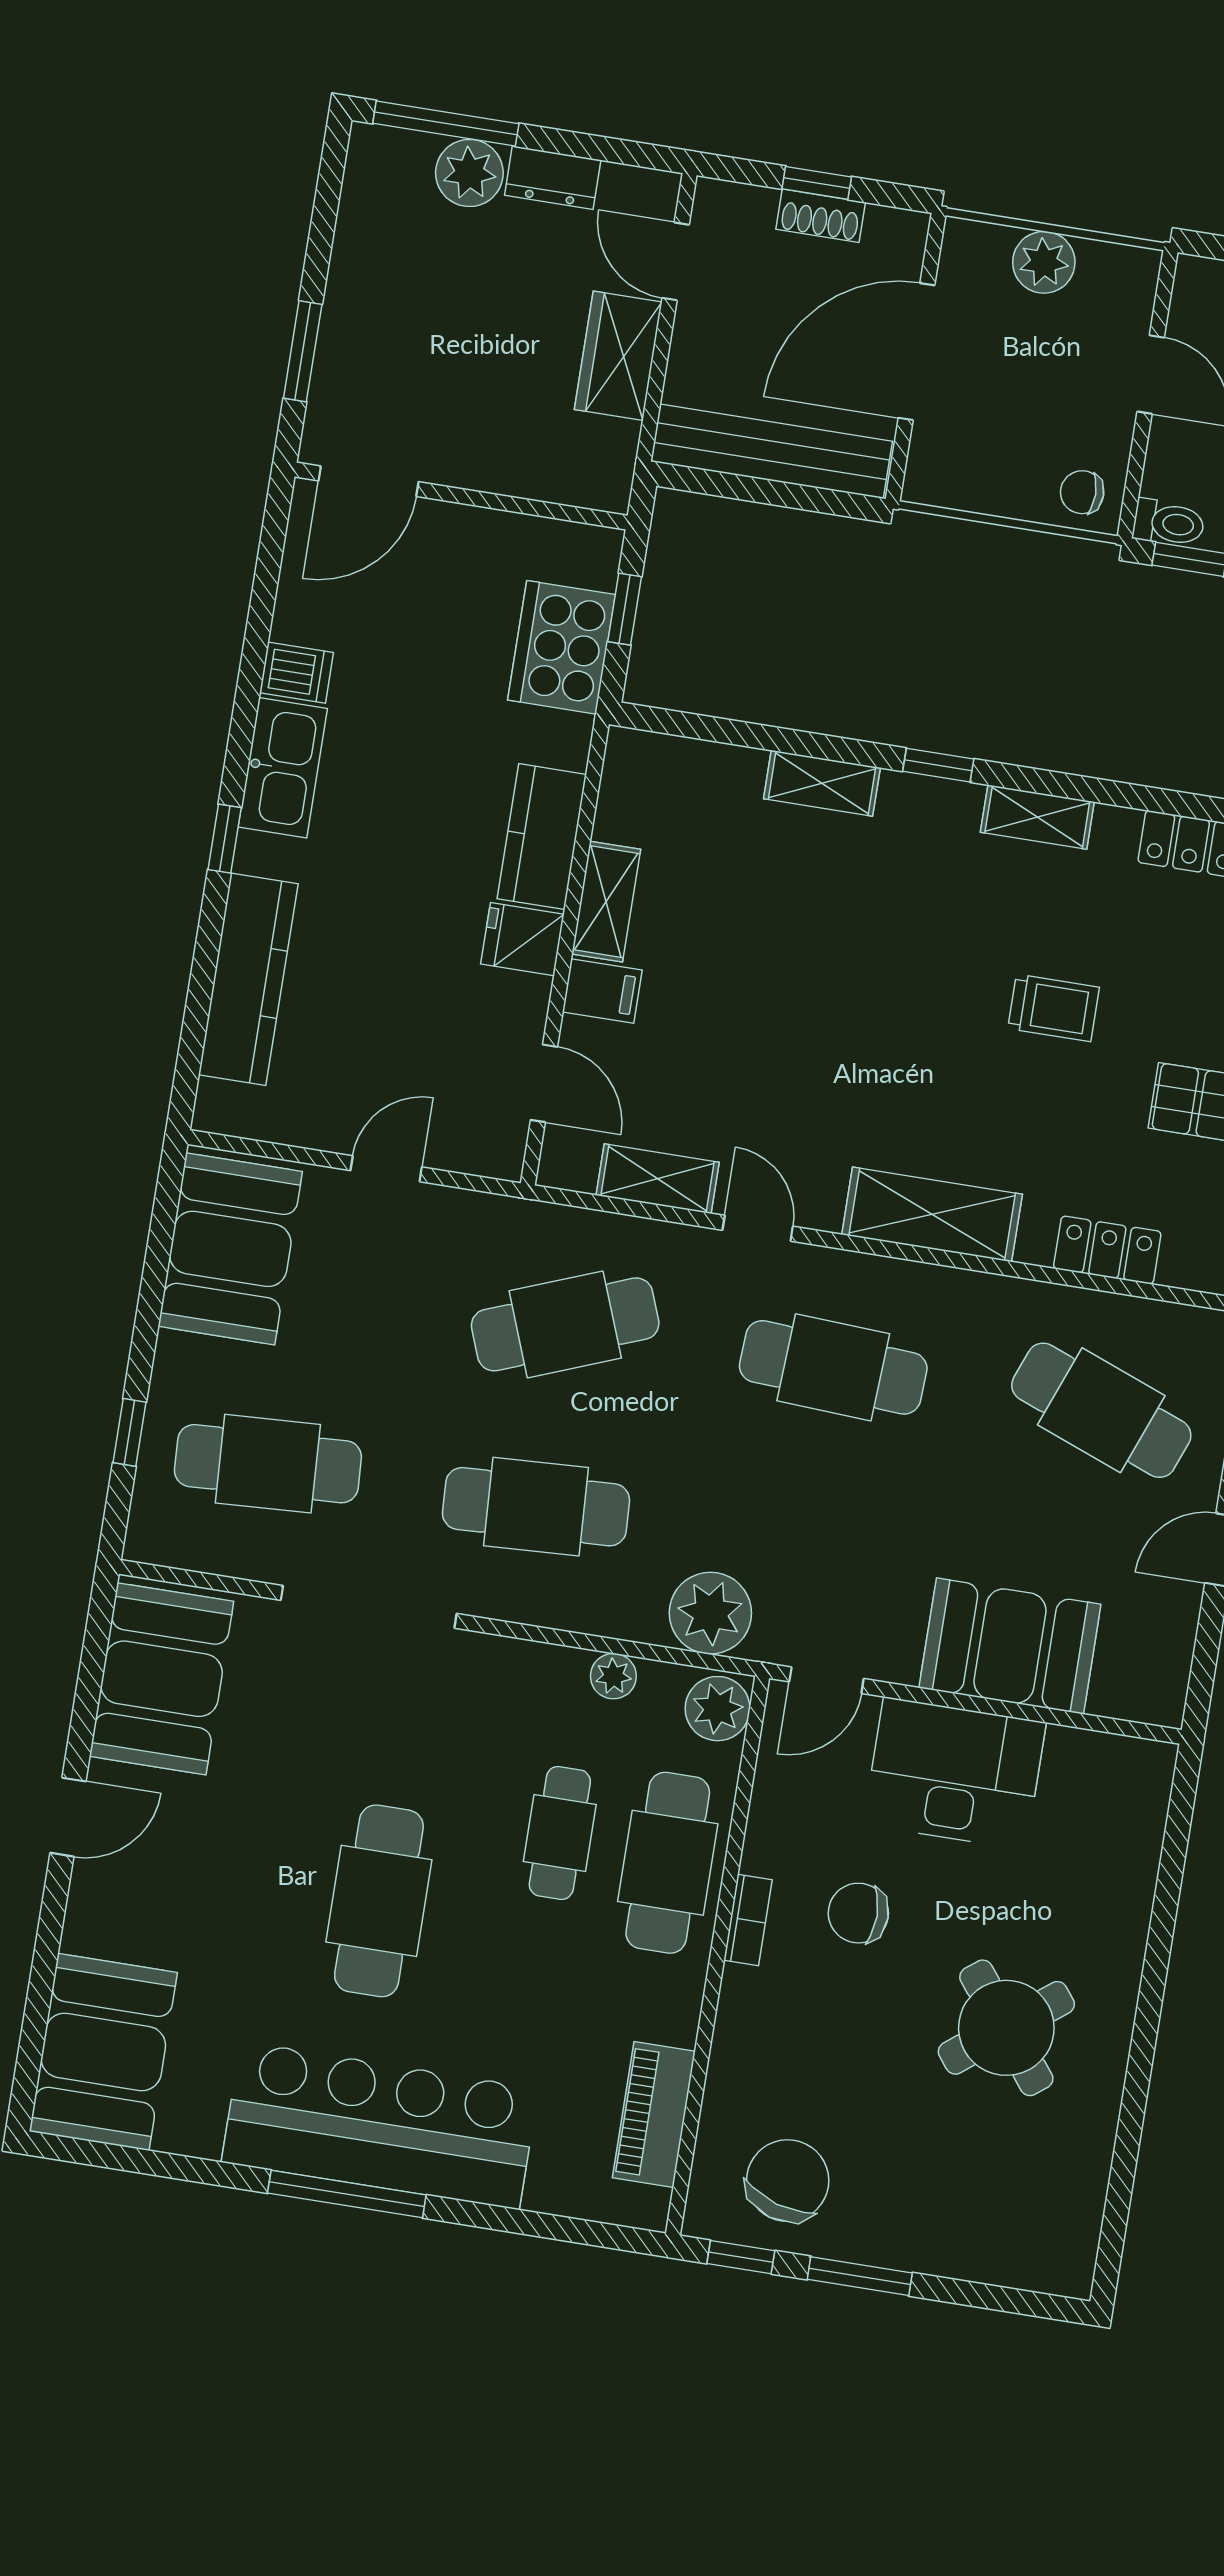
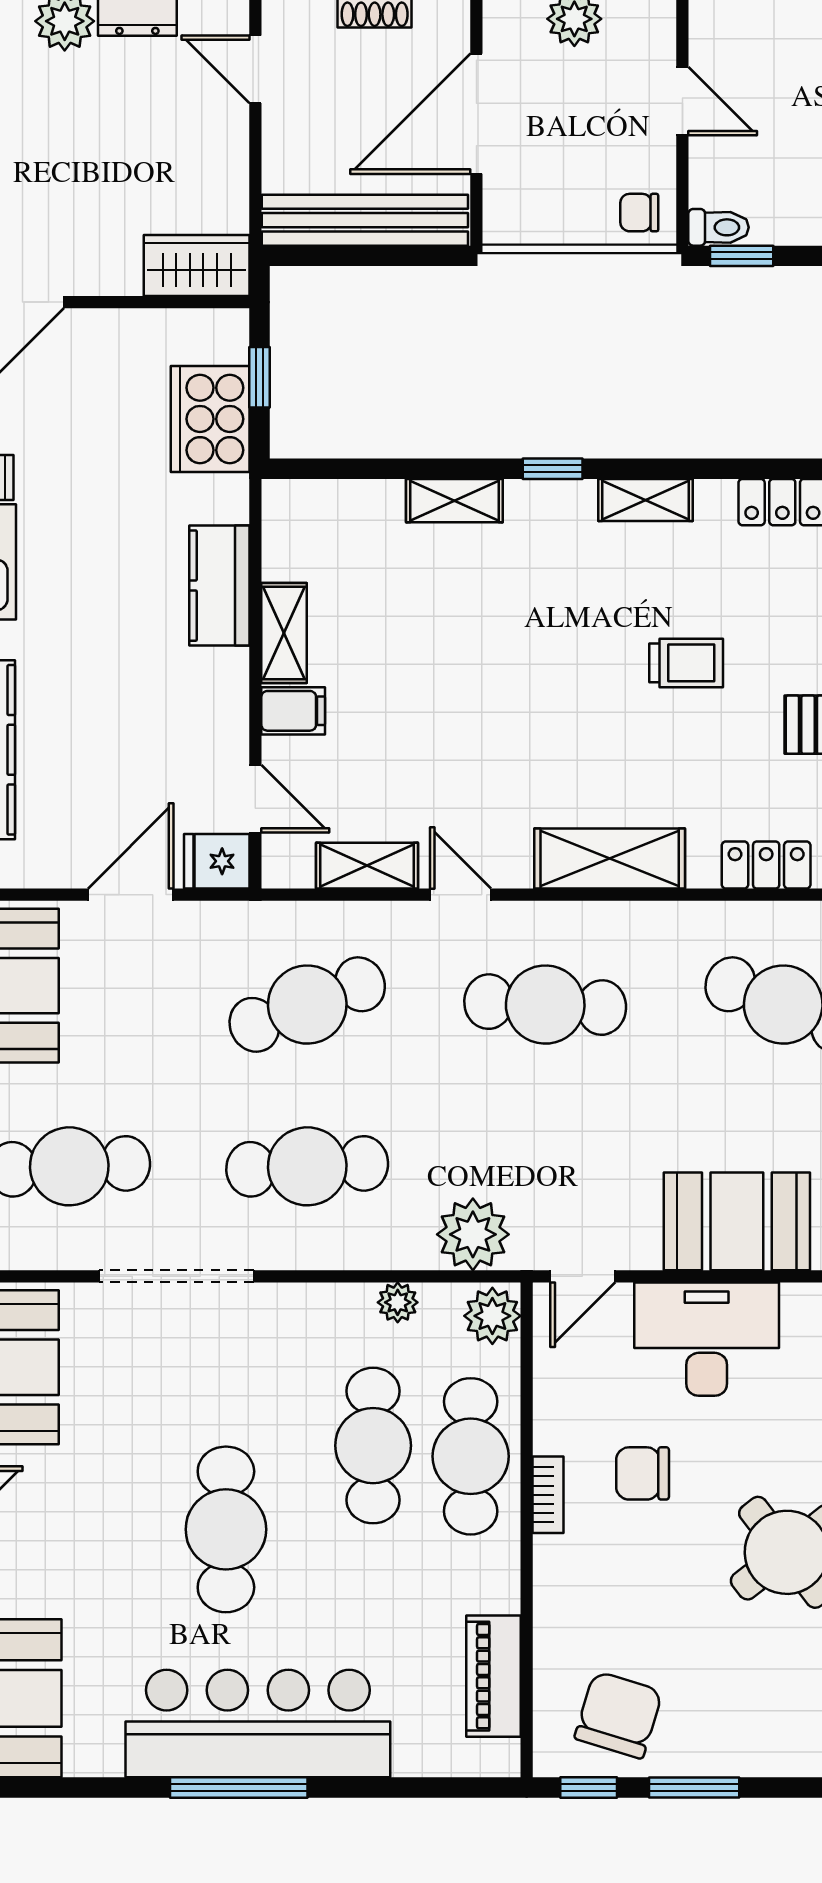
wardrobe: (618, 356) -> (197, 265), moved, turned 90
fridge: (522, 939) -> (217, 861), moved
door: (386, 1169) -> (131, 895), width x1.38
cafe table: (560, 1833) -> (373, 1446), width x1.37, depth x1.35

